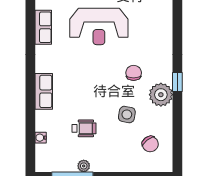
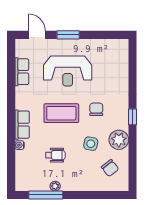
coffee table: (91, 78) -> (61, 113), added
plant: (161, 95) -> (119, 140), moved
water cooler: (41, 138) -> (20, 145), moved

